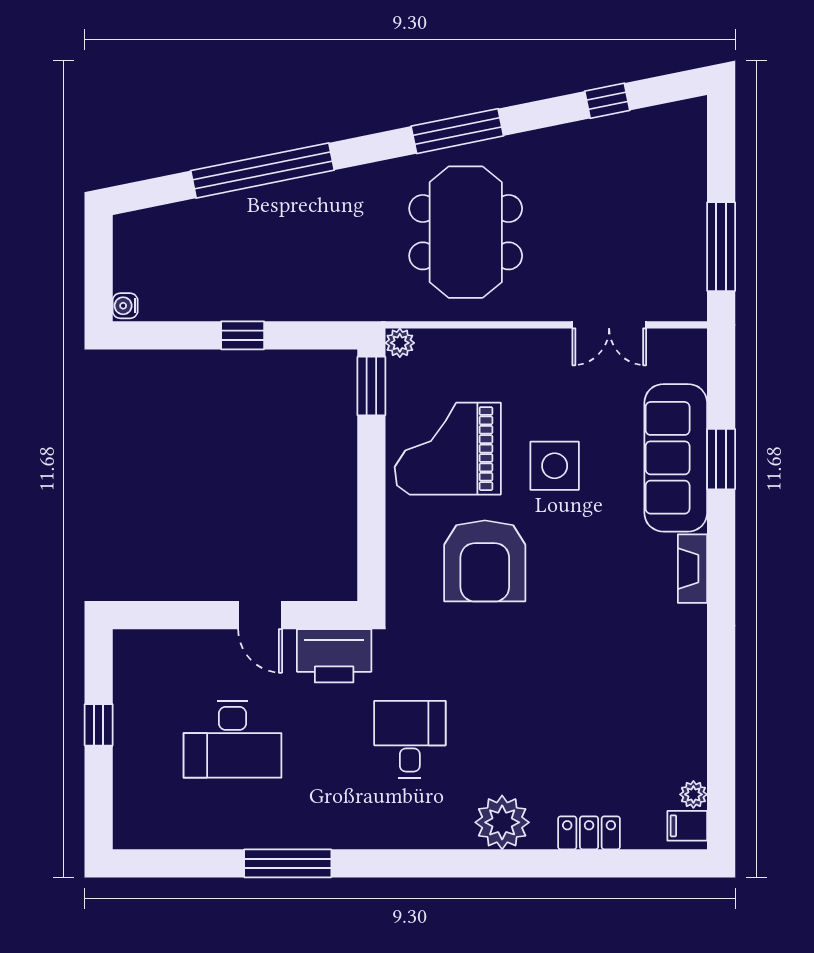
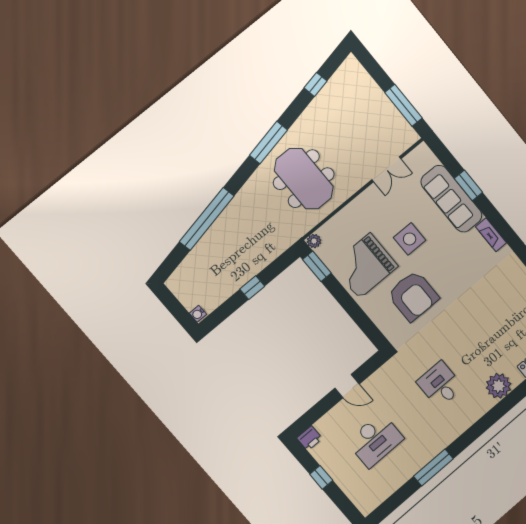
printer: (334, 656) -> (310, 438), moved, width x0.53, depth x0.68

